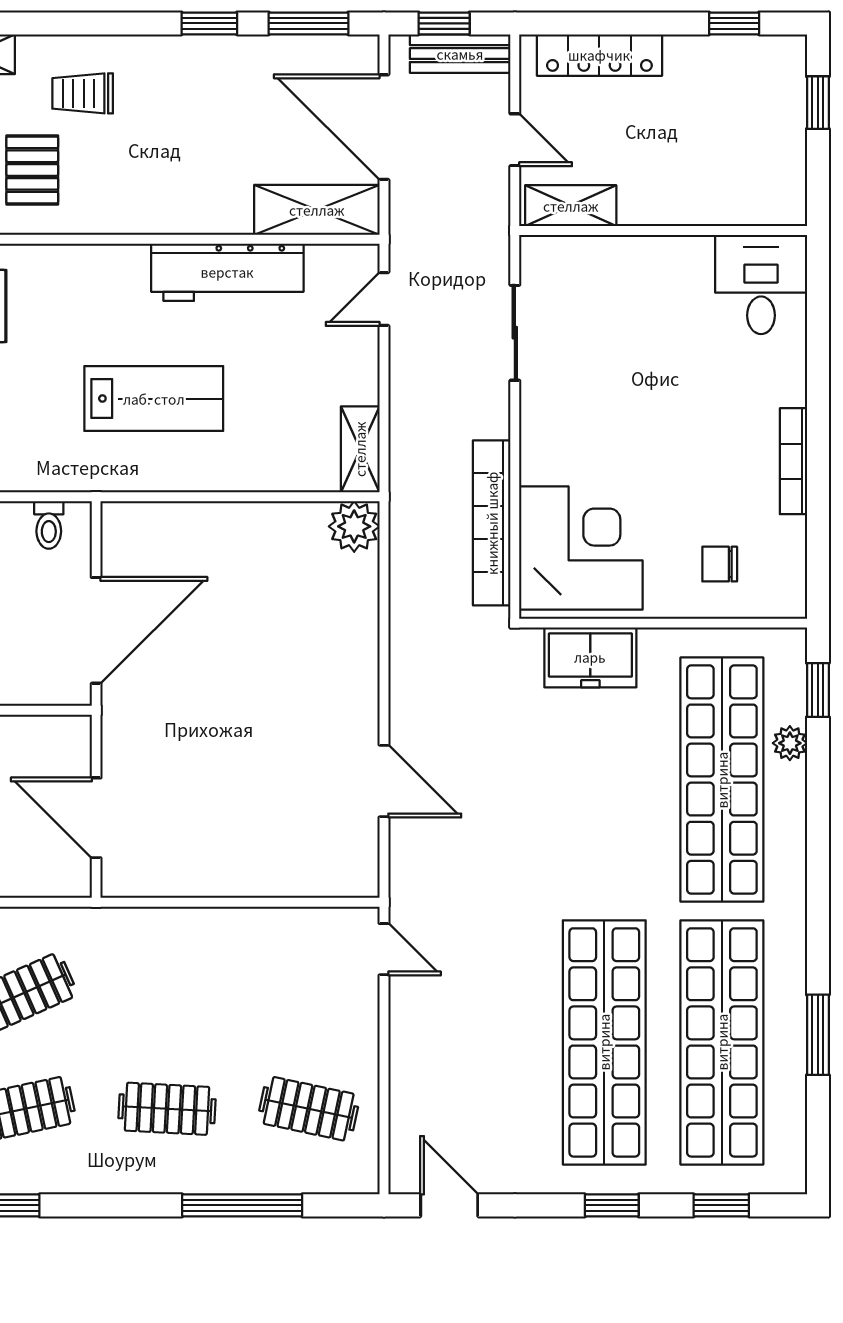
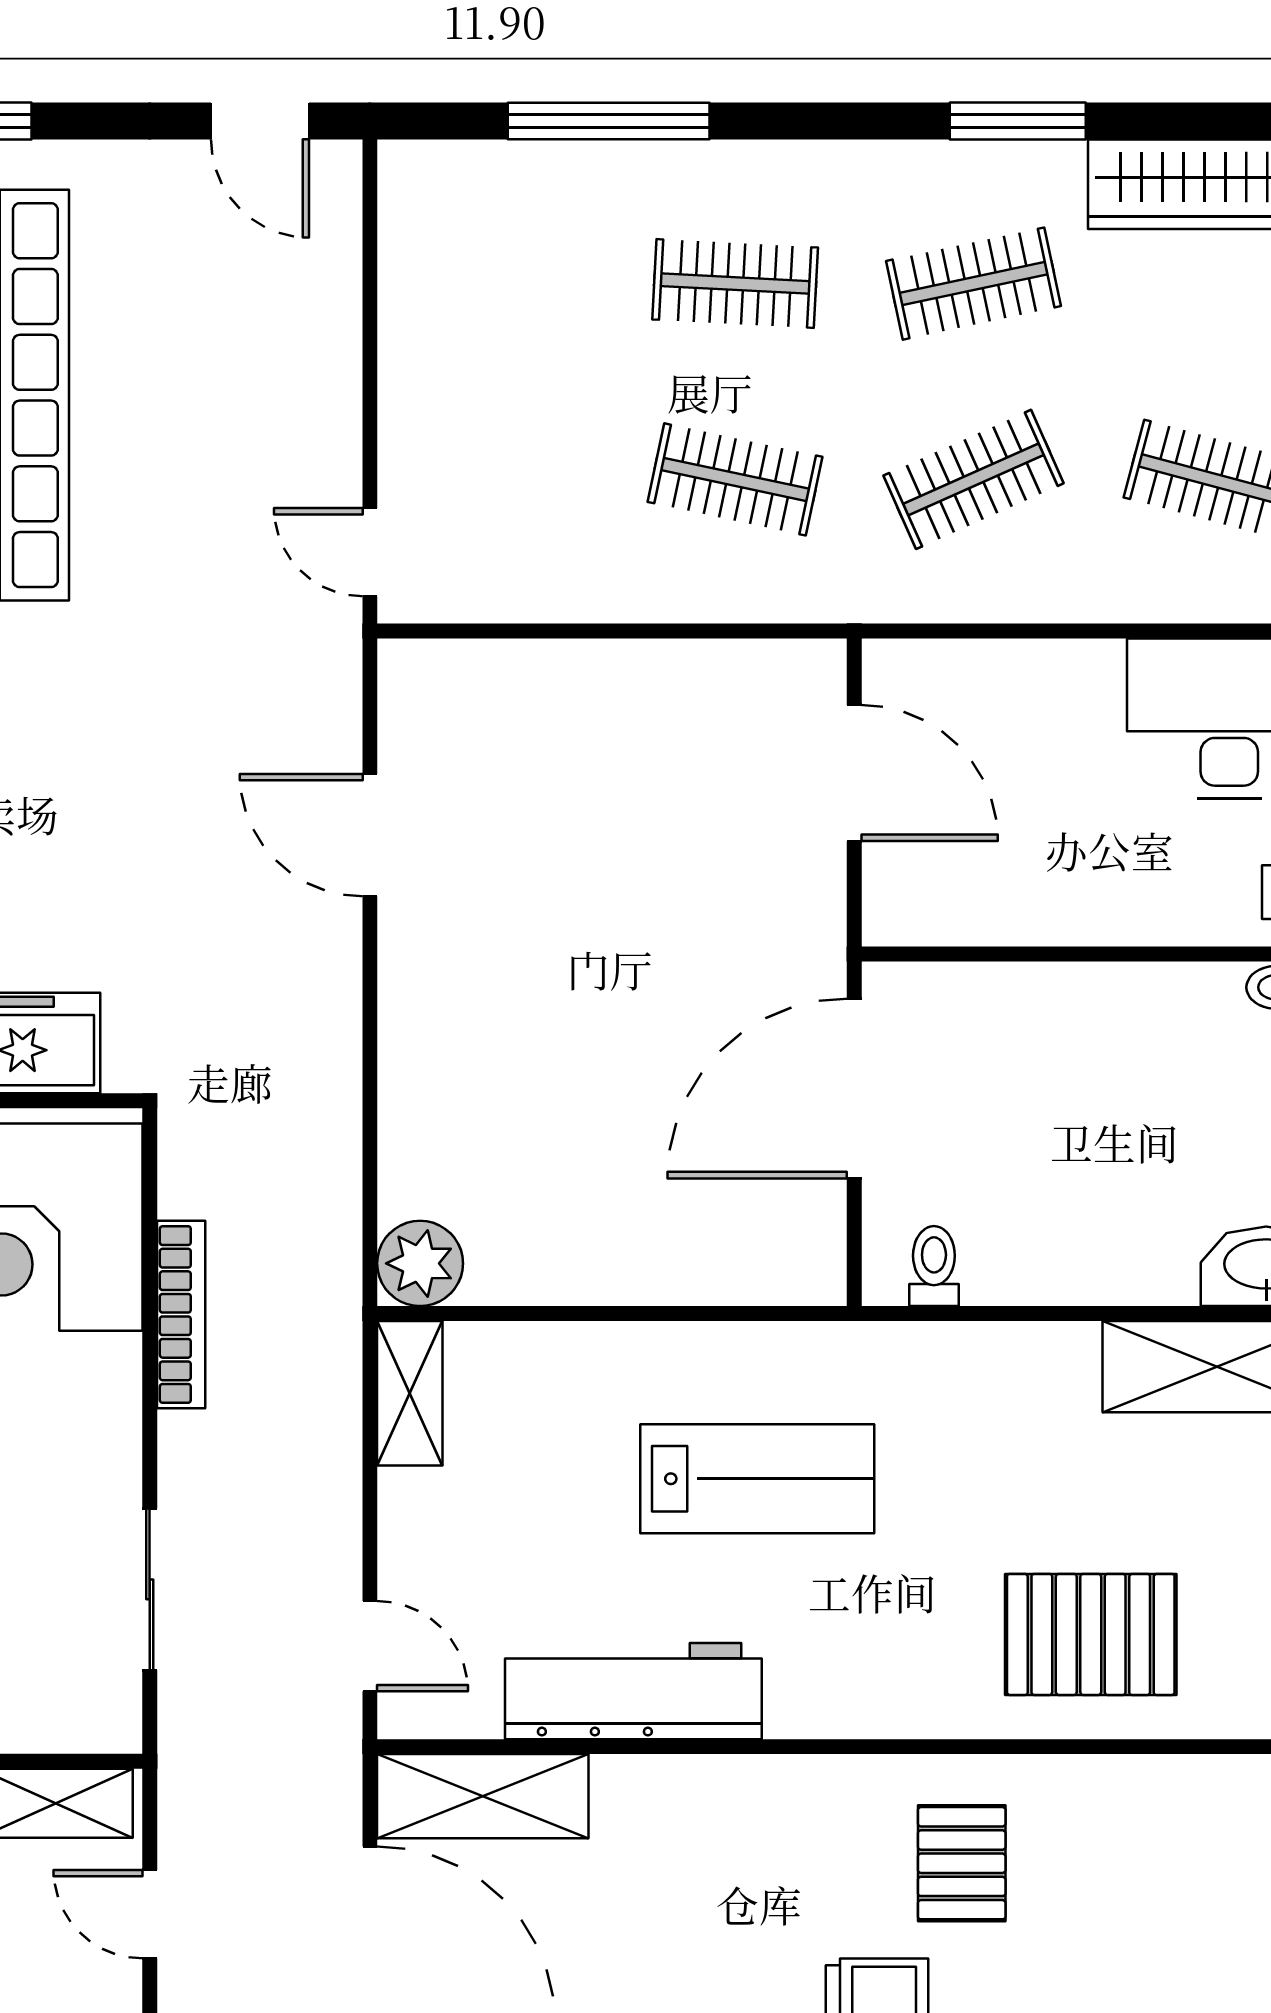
door: (384, 299) -> (370, 1646), hinge flipped
lab bench: (154, 399) -> (757, 1479), turned 180
bookcase: (492, 523) -> (181, 1314), width x0.68, depth x0.76
clothes rail: (309, 1109) -> (735, 479), moved

